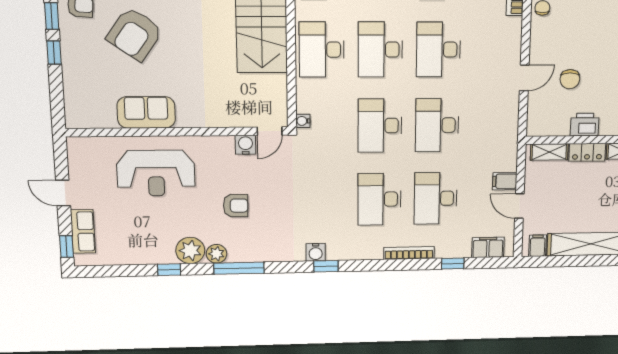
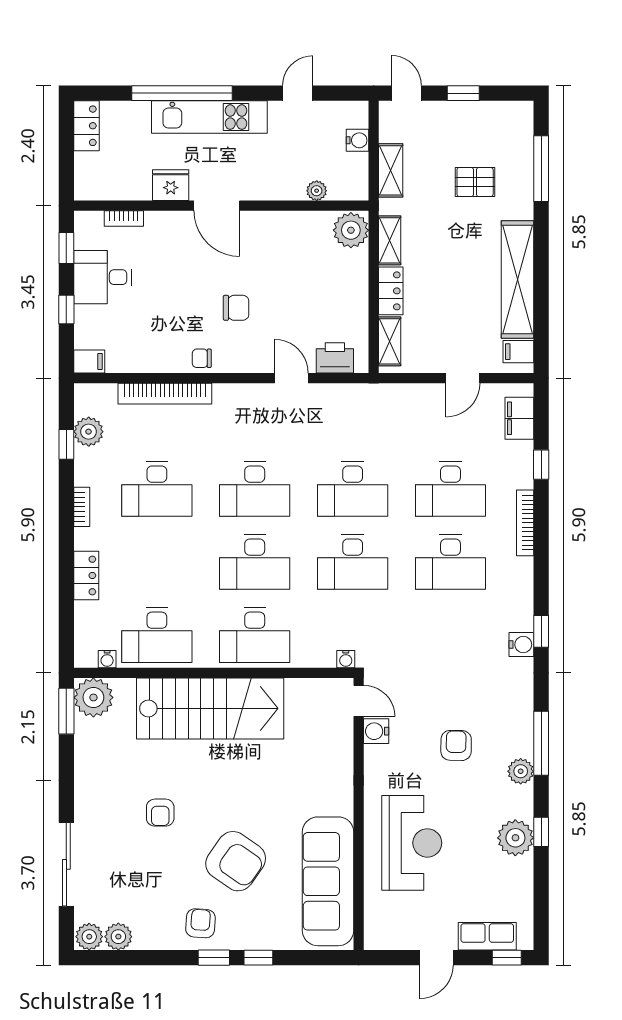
chair: (570, 79) -> (236, 308), moved
sofa: (146, 112) -> (328, 881), width x1.85, depth x1.27
printer: (585, 125) -> (335, 358), moved, turned 90
filing cabinet: (505, 181) -> (429, 399), removed
plant: (190, 250) -> (515, 838), moved

